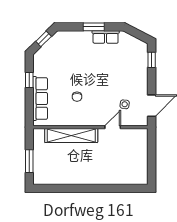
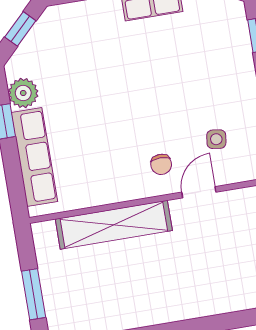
plant: (40, 68) -> (23, 93), added
chair: (77, 97) -> (161, 164), moved

